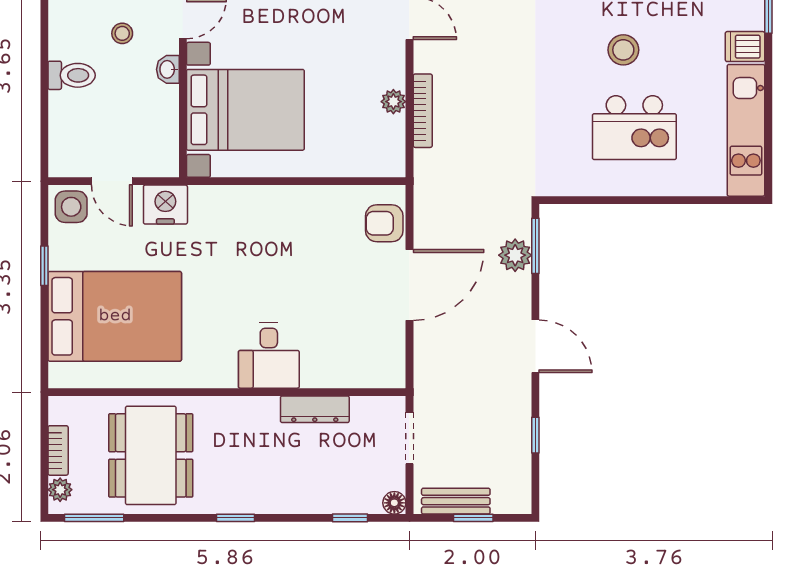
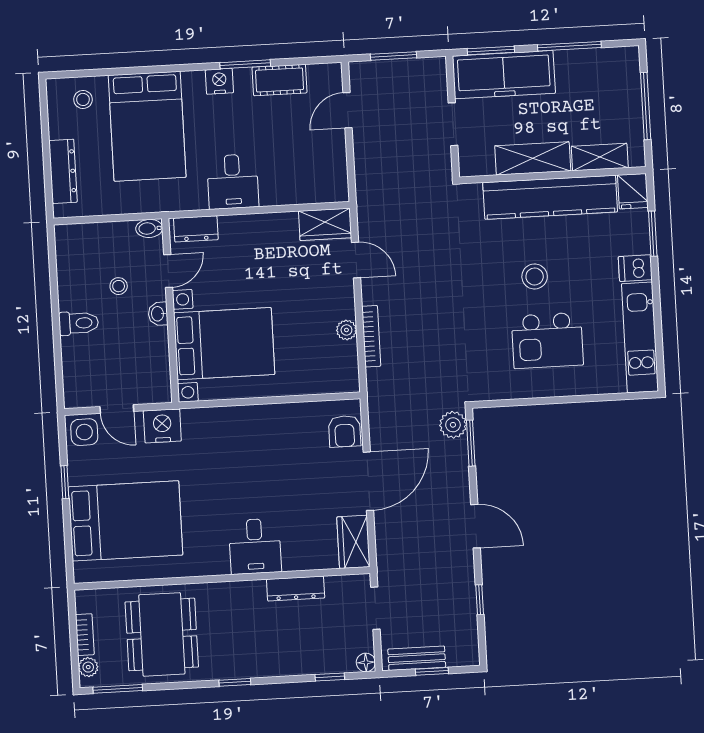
armchair: (384, 223) -> (345, 431), turned -90
plant: (515, 255) -> (453, 425), moved
wardrobe: (388, 357) -> (353, 542), added

